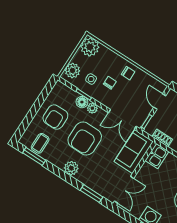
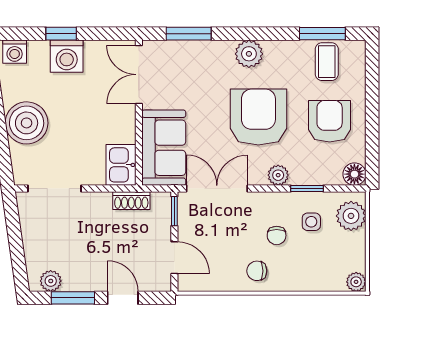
plant: (90, 47) -> (356, 282), width x0.53, depth x0.53
floor lamp: (82, 102) -> (354, 174), moved

